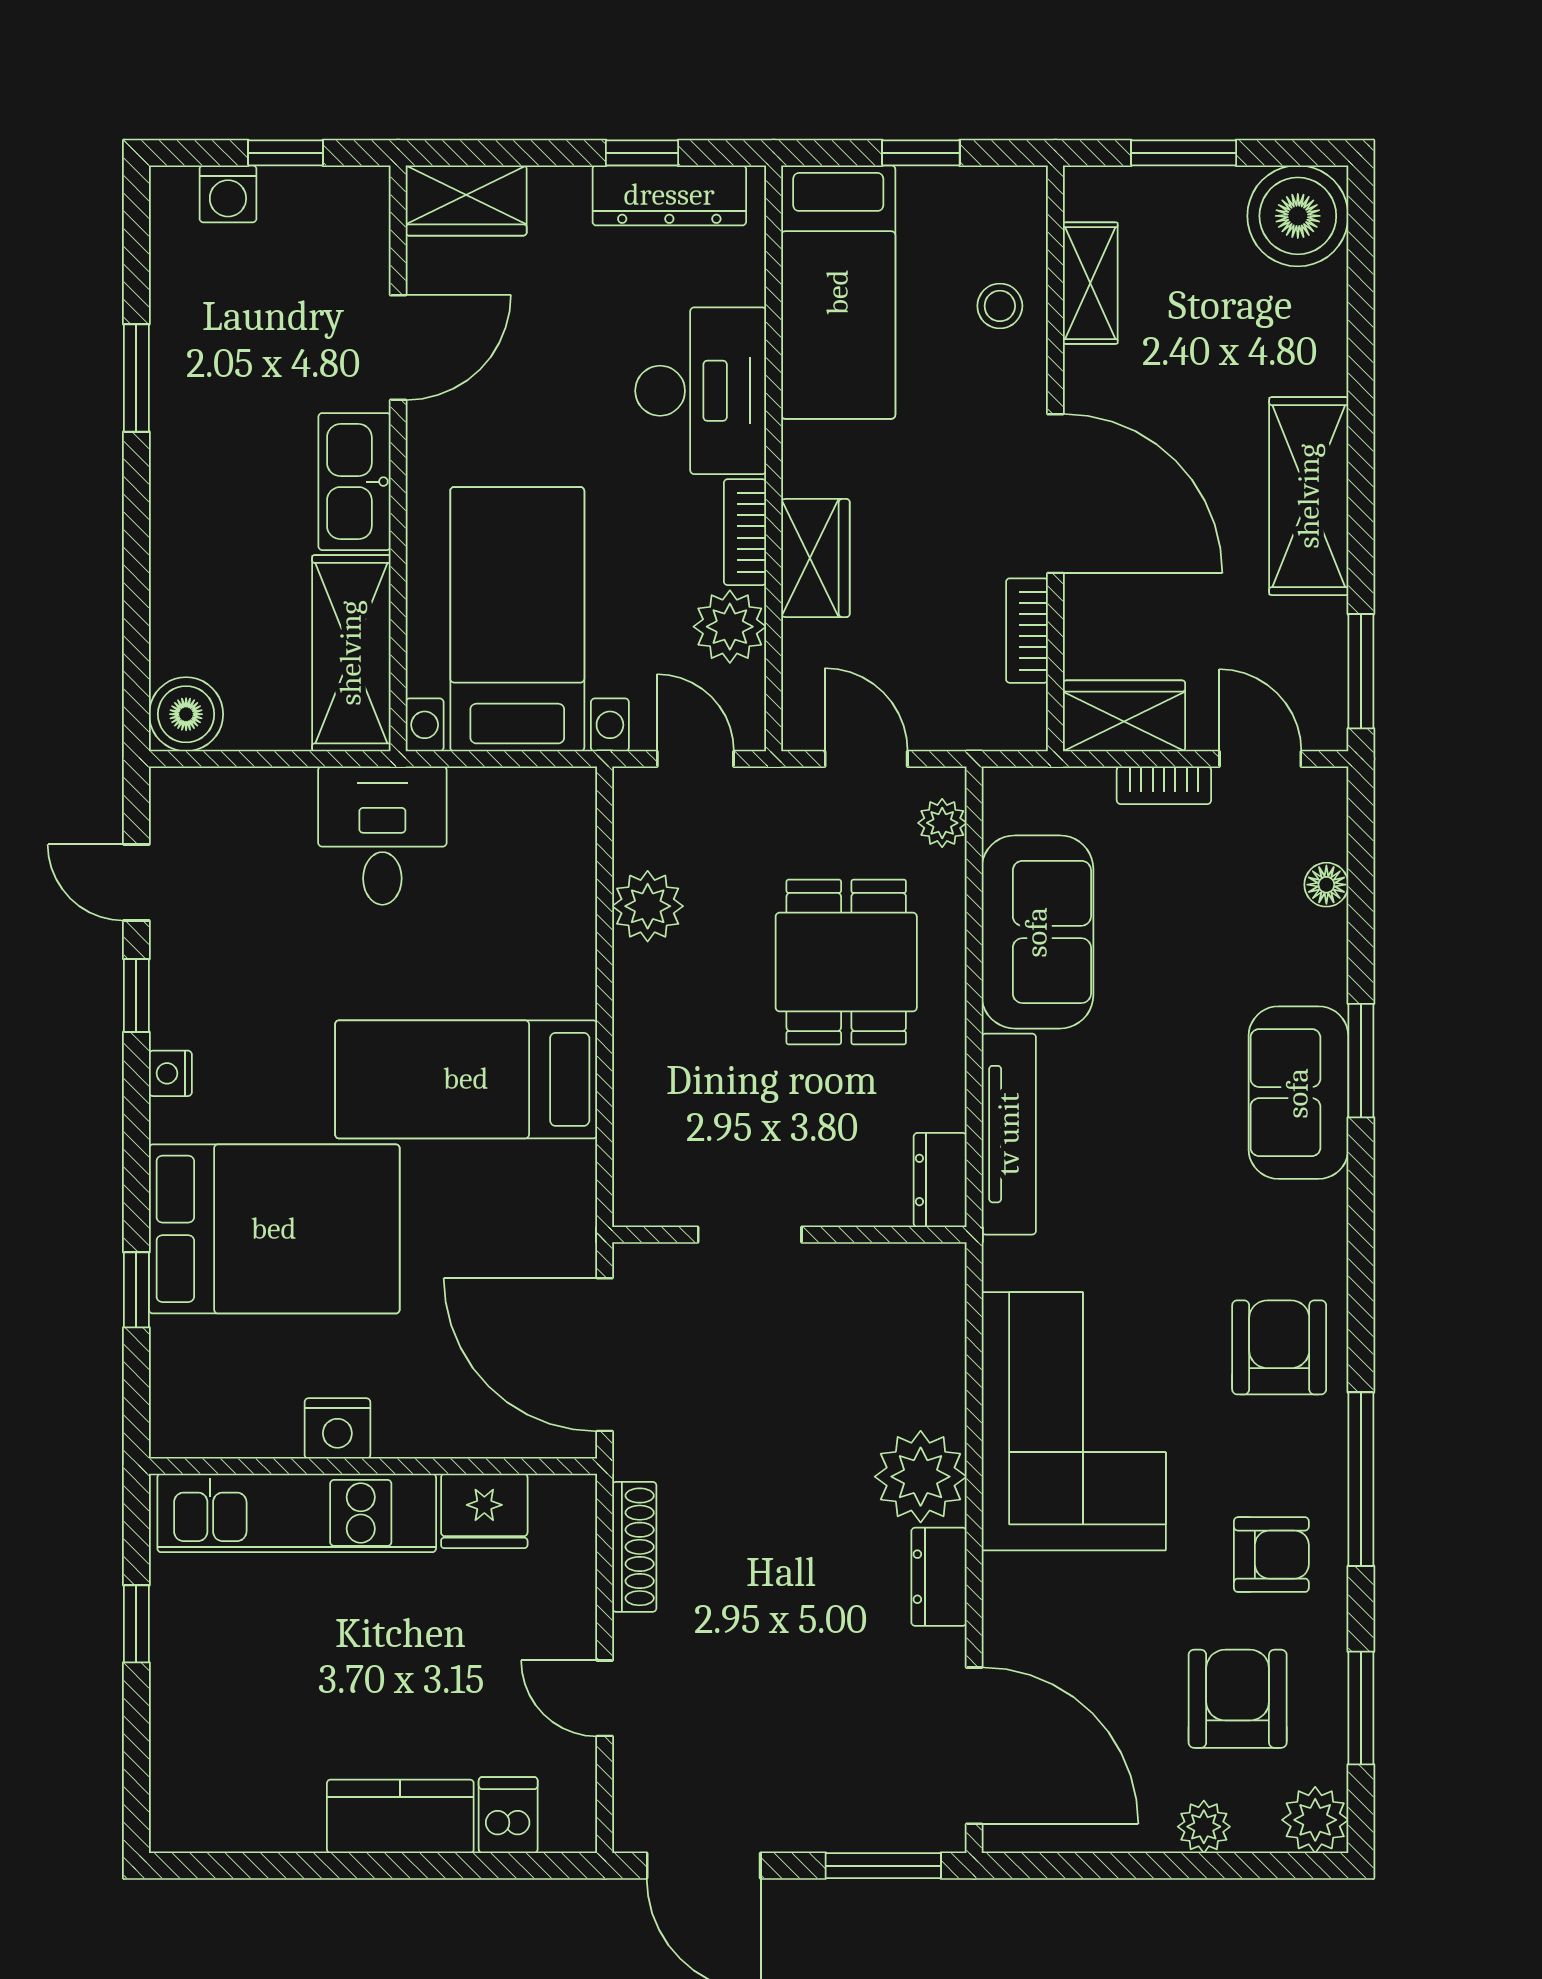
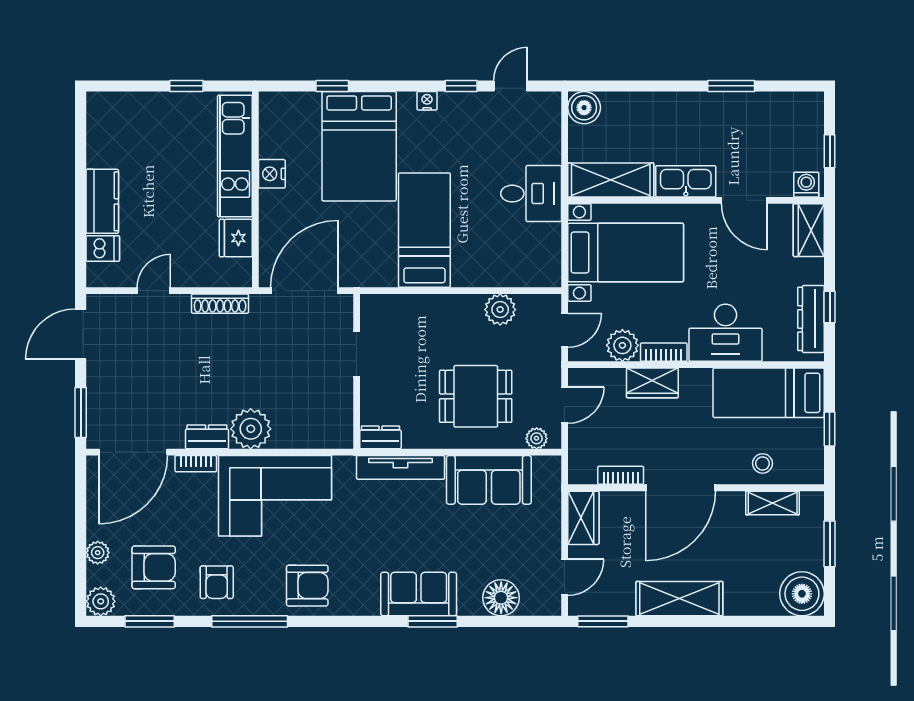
washing machine: (228, 194) -> (806, 185), moved, turned 90
bookcase: (1164, 785) -> (196, 464), moved, turned -90
floor lamp: (1326, 885) -> (501, 598), width x1.89, depth x1.89

